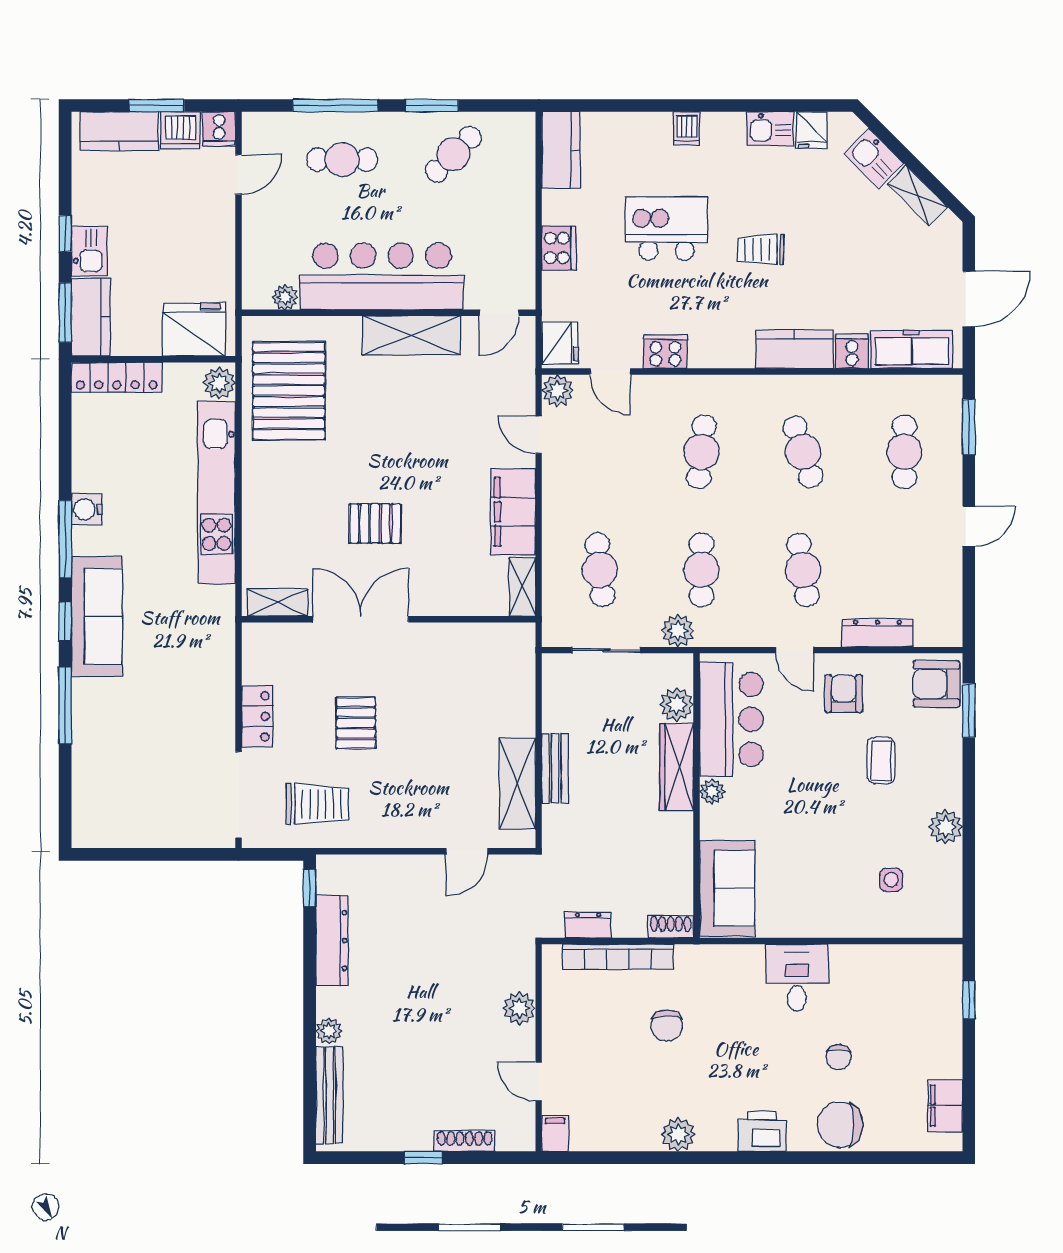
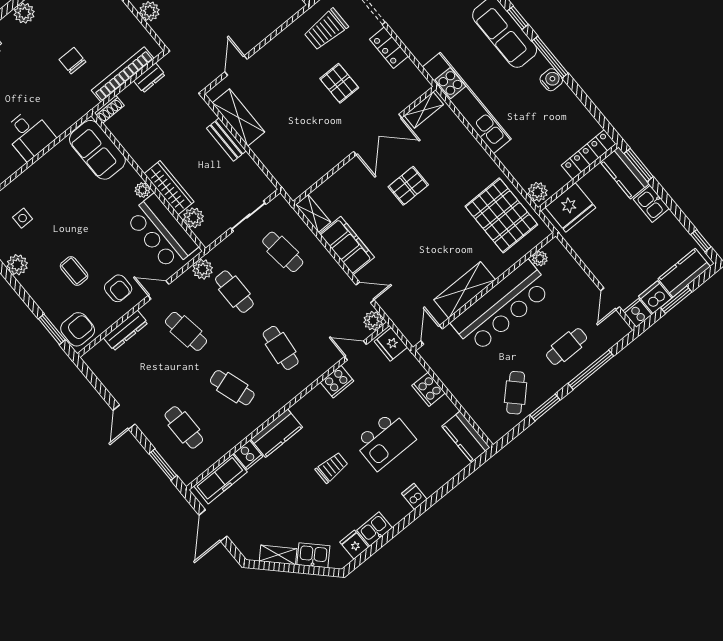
window: (65, 234) -> (701, 241), moved
kitchen unit: (217, 492) -> (467, 103), moved
plant: (678, 631) -> (203, 269), moved

